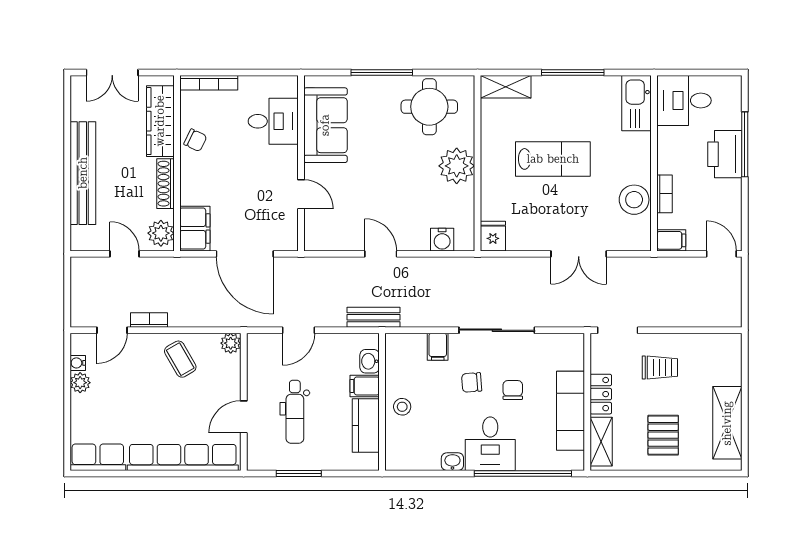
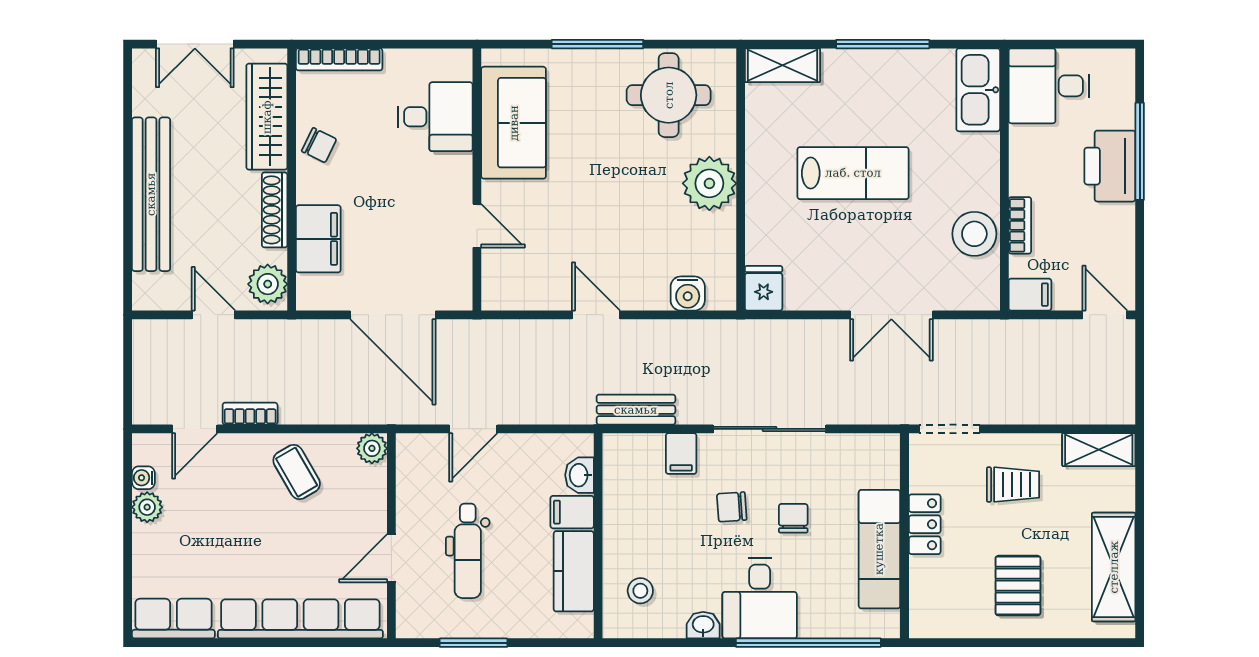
filing cabinet: (195, 229) -> (318, 239), moved
bench: (373, 317) -> (636, 410), moved
stool: (402, 407) -> (640, 591), moved
shelving: (601, 442) -> (1099, 450), moved, turned 90

